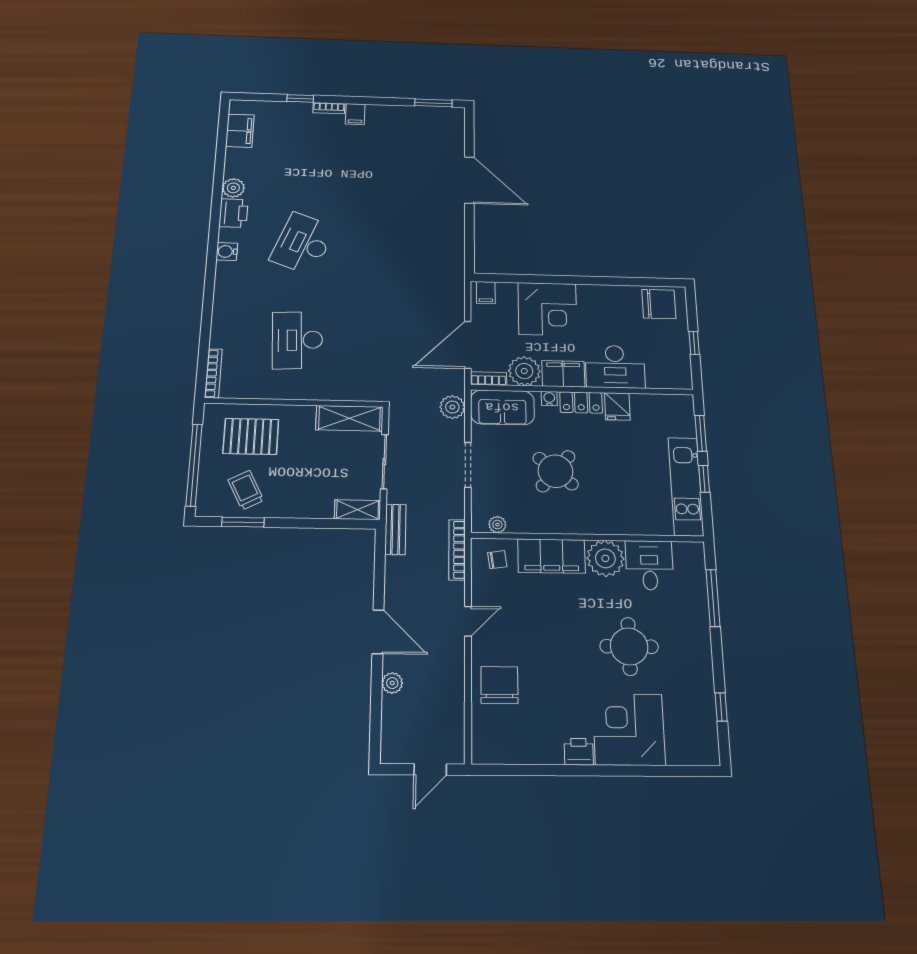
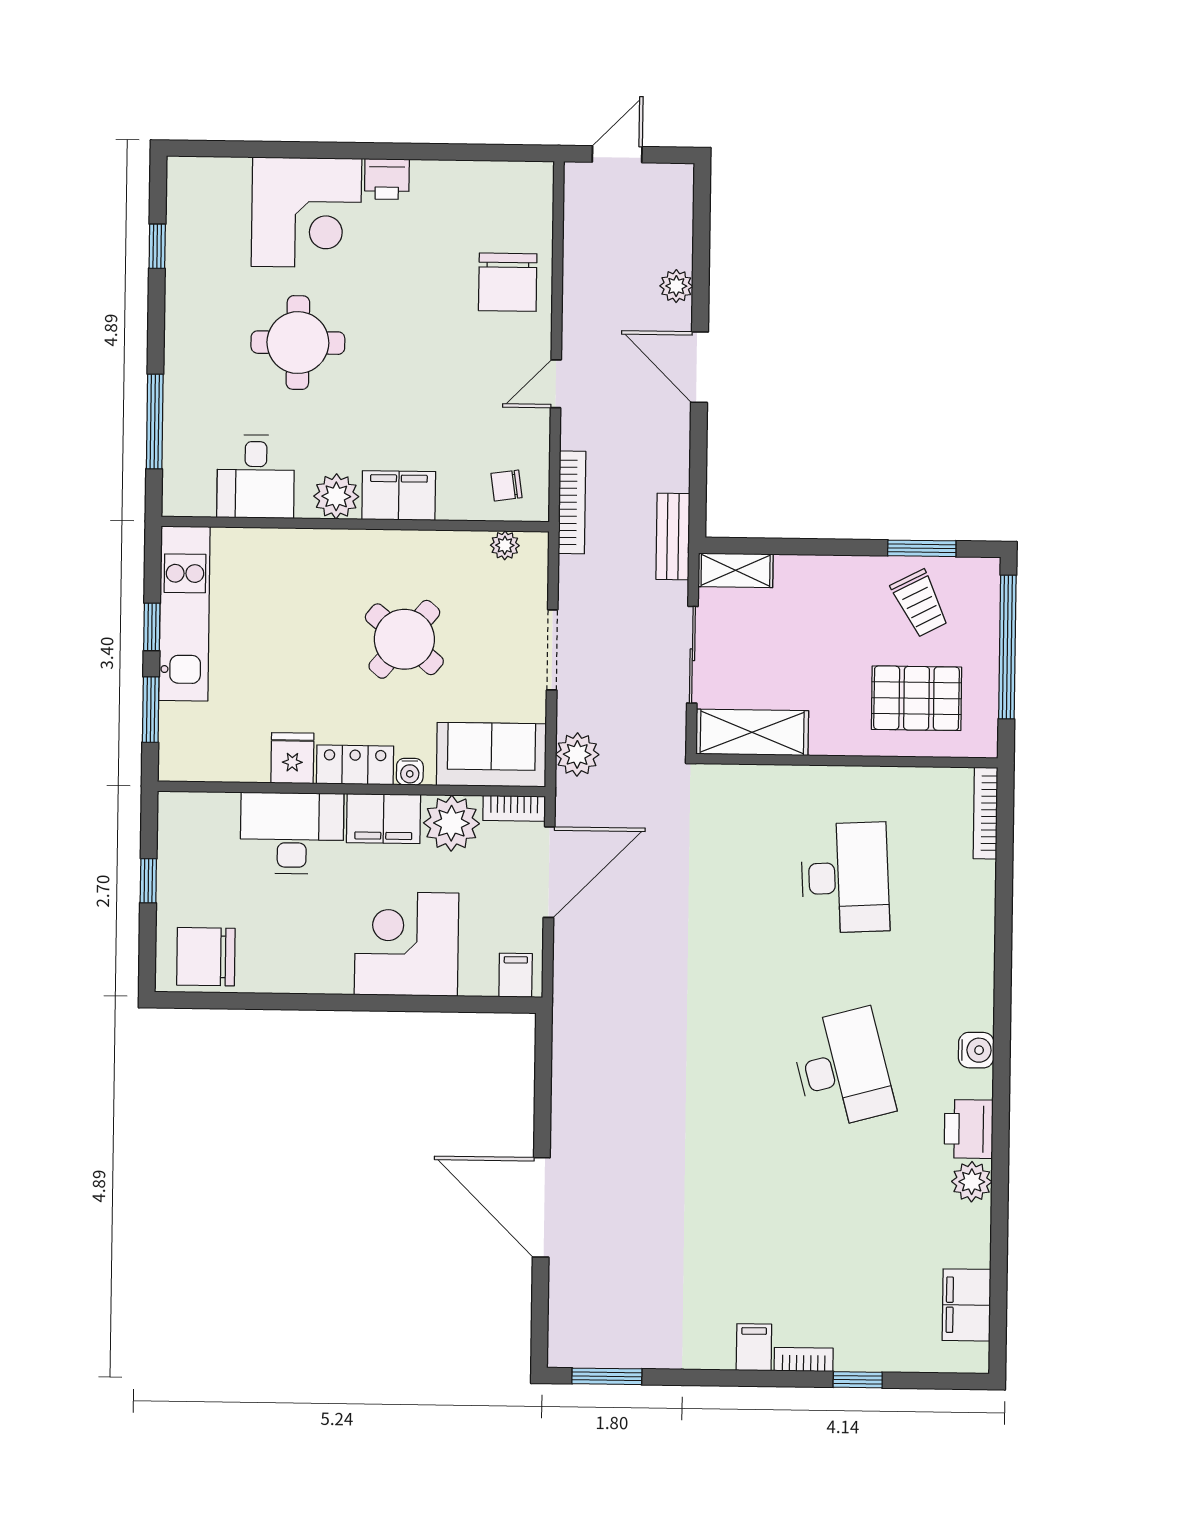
desk: (303, 244) -> (842, 1069), turned -36
filing cabinet: (551, 556) -> (399, 496), width x0.67, depth x0.86
plant: (605, 558) -> (336, 496), width x0.73, depth x0.73

